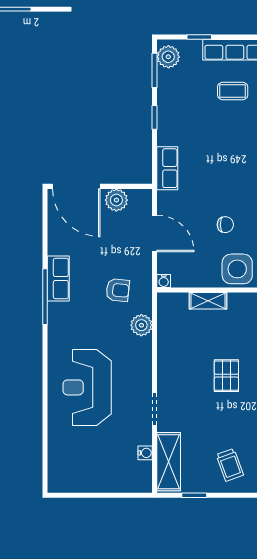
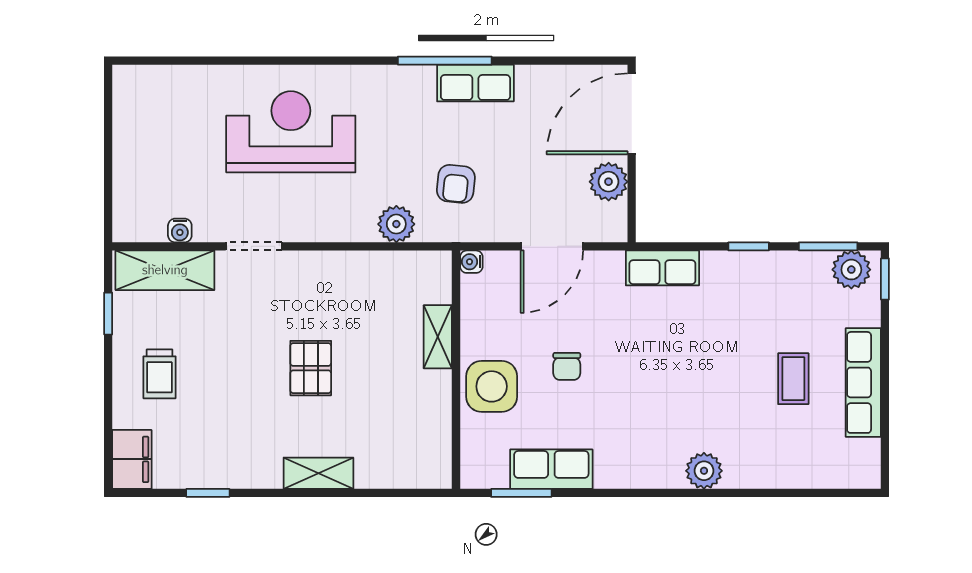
window: (199, 37) -> (885, 279), moved
pallet: (226, 376) -> (311, 368), turned 90
trolley: (230, 465) -> (159, 374), turned -70

